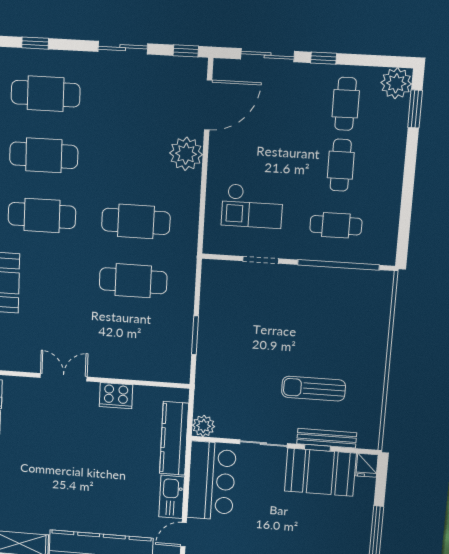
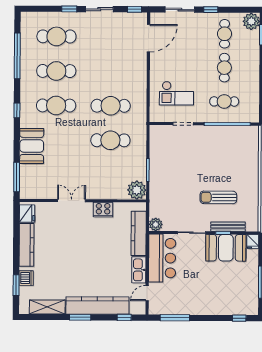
window: (35, 43) -> (69, 9), moved
plant: (186, 154) -> (137, 190), moved

